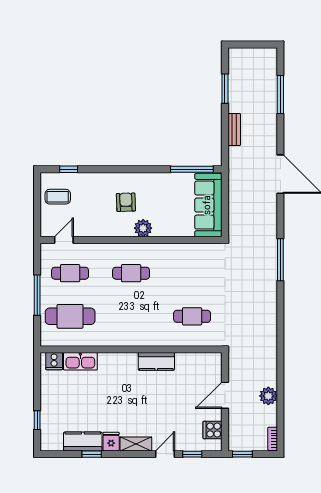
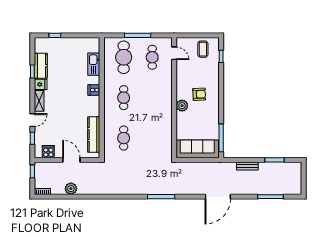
cafe table: (131, 273) -> (124, 98), moved
cooker: (54, 361) -> (94, 90), moved
kitchen counter: (156, 361) -> (94, 135), moved, width x1.50
door: (165, 454) -> (32, 120), hinge flipped

